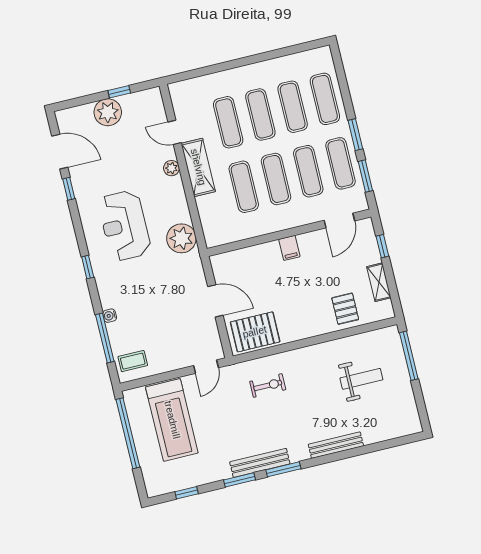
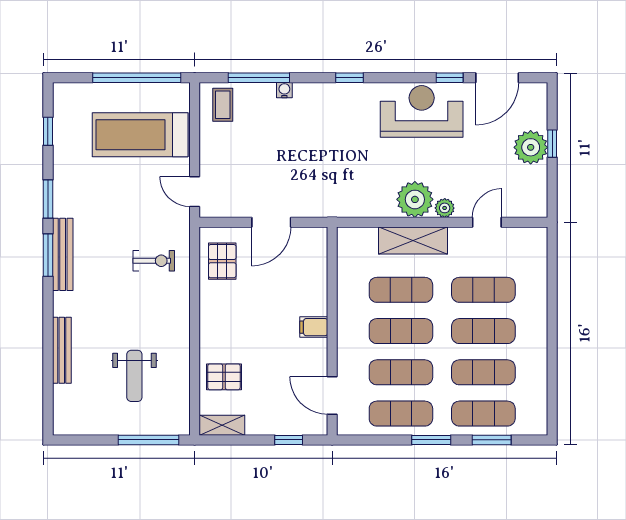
window: (119, 92) -> (552, 144), moved
shelving: (198, 167) -> (413, 241), moved
window: (365, 176) -> (492, 440), moved
reception desk: (124, 226) -> (422, 111), moved
plant: (181, 238) -> (415, 199), moved
shelving: (379, 282) -> (222, 425), moved
pallet: (255, 332) -> (222, 261), width x0.67, depth x0.71
exercise bike: (268, 385) -> (154, 261), turned -90
bench: (336, 445) -> (62, 350), moved
bench: (260, 463) -> (63, 254), moved

